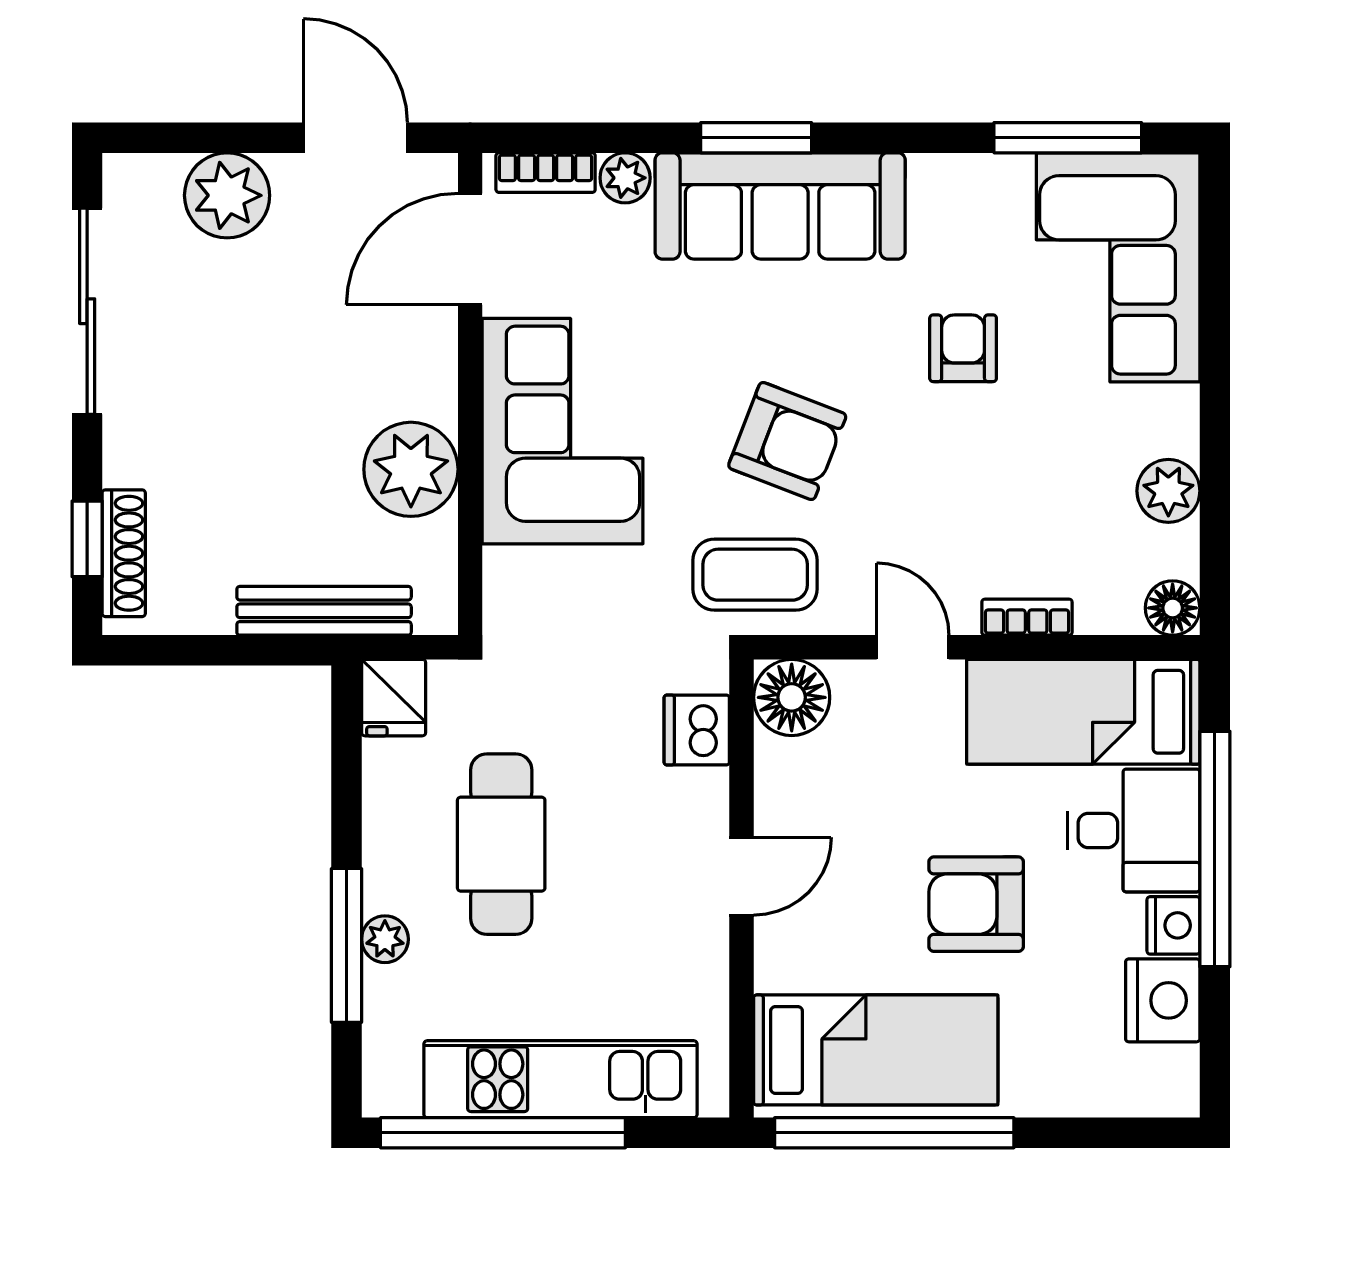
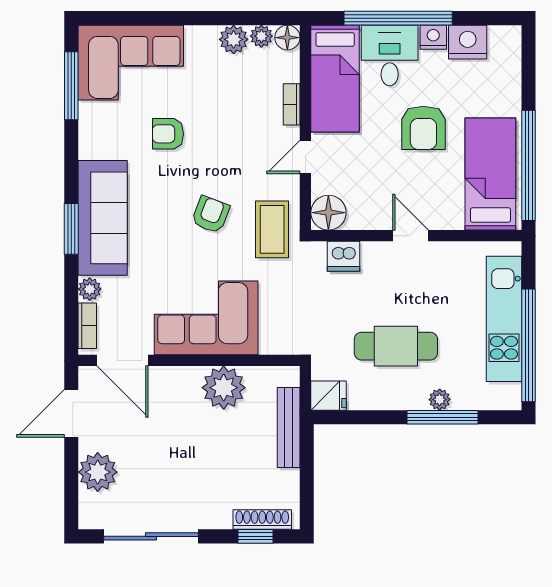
armchair: (787, 441) -> (211, 215), width x0.72, depth x0.72
plant: (1175, 552) -> (261, 36), added

